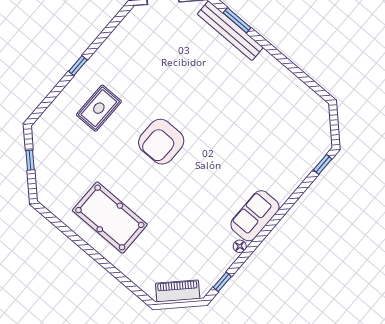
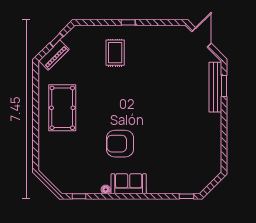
rug: (99, 108) -> (115, 53), turned 90
armchair: (161, 142) -> (120, 144), moved
piano: (178, 291) -> (54, 55), moved, turned 90

